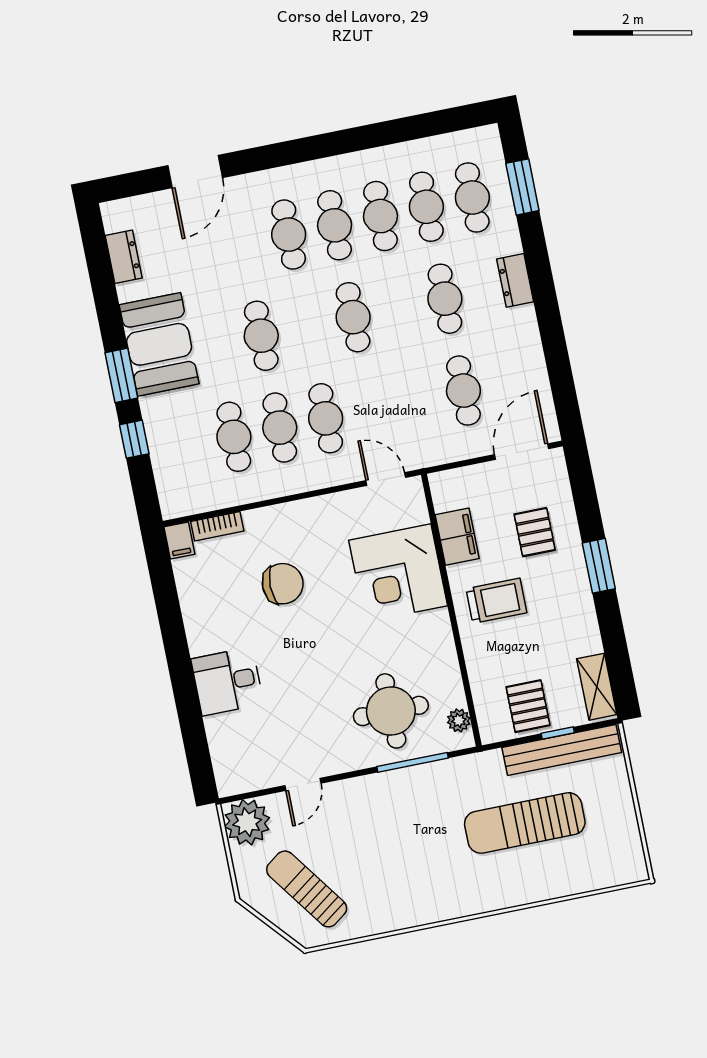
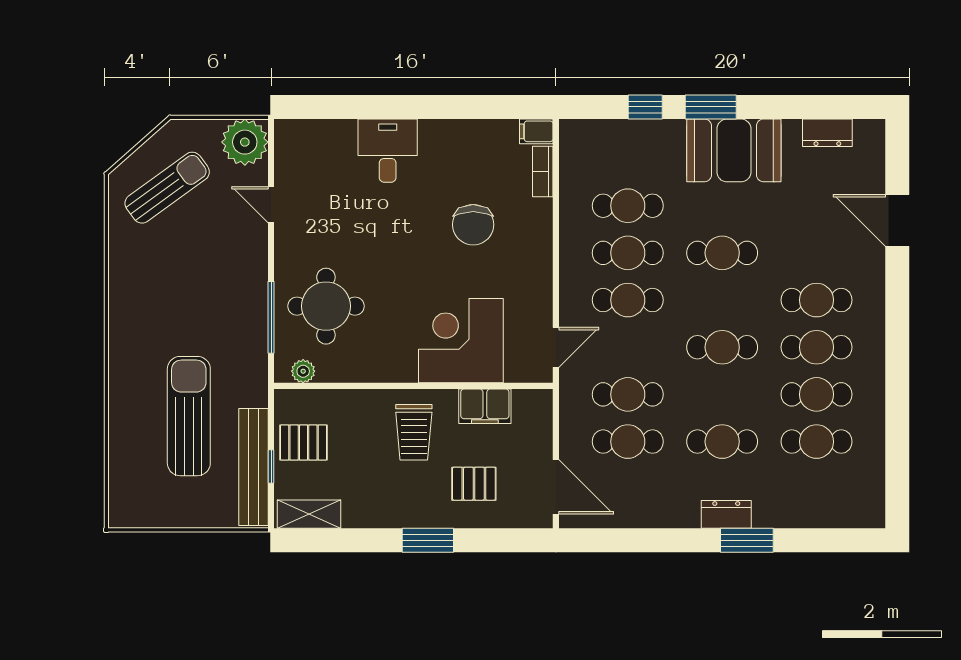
window: (522, 187) -> (747, 540), moved
cafe table: (472, 198) -> (628, 394), moved

